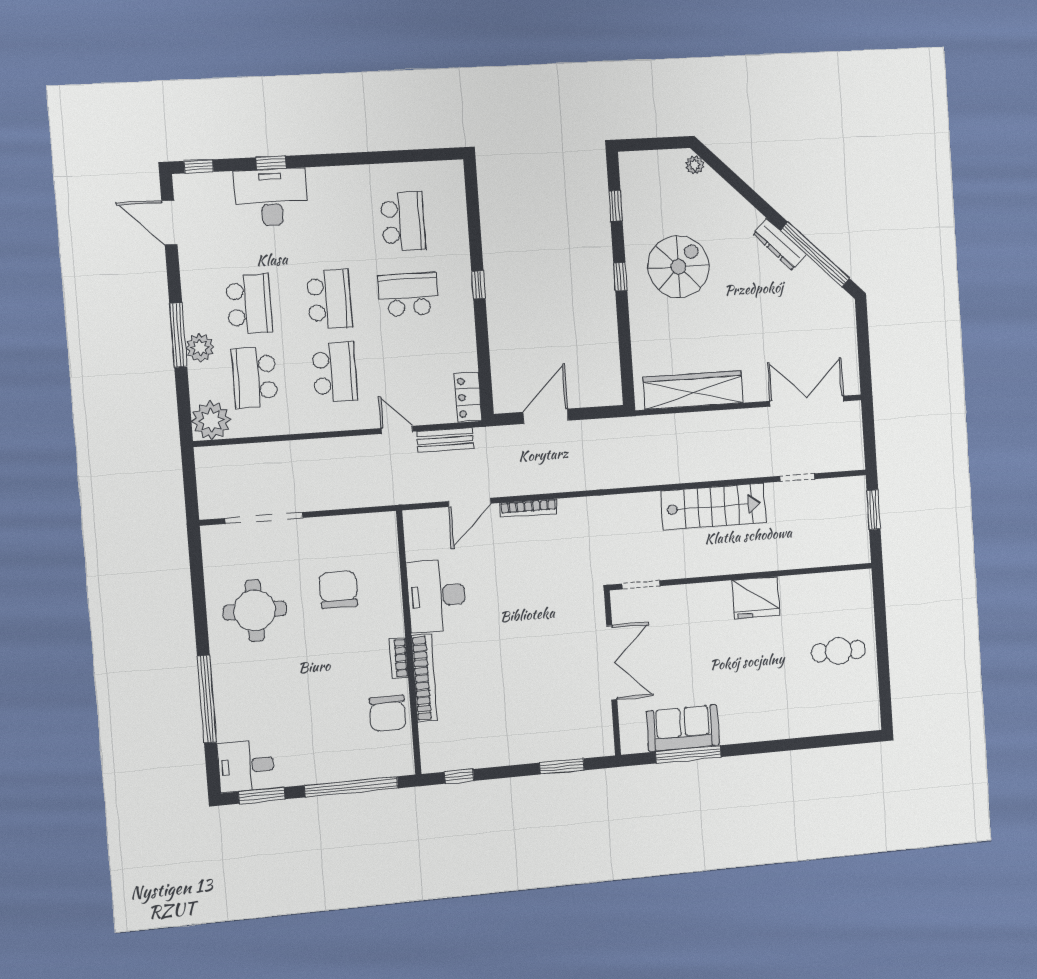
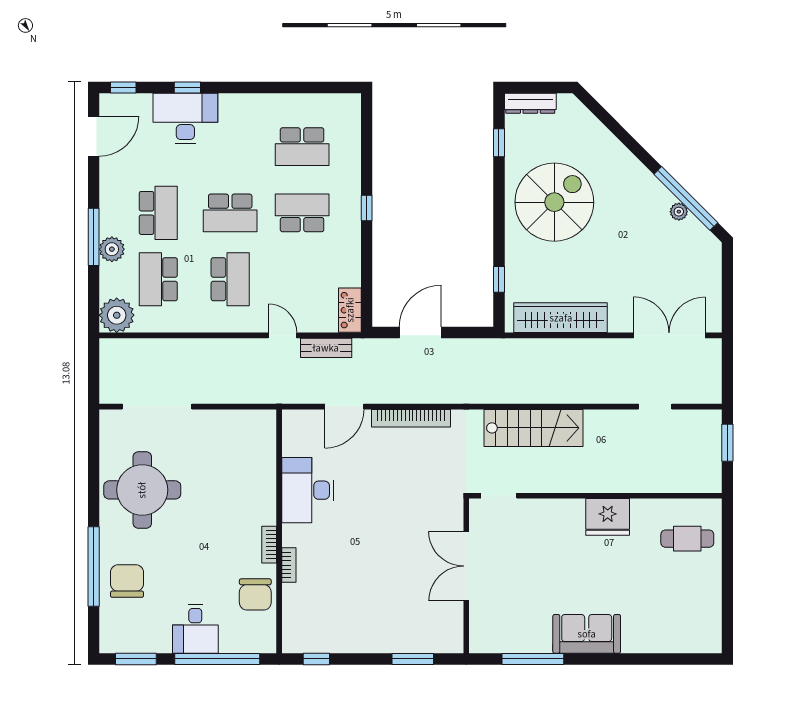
plant: (695, 165) -> (679, 212), moved
school desk: (403, 222) -> (302, 147), turned 90
door: (169, 223) -> (94, 136), swing flipped
dresser: (779, 244) -> (530, 103), moved, turned -45
spiral stairs: (678, 267) -> (554, 202), width x1.37, depth x1.37
window: (620, 277) -> (499, 279), moved
school desk: (329, 299) -> (230, 213), turned 90
stairs: (713, 507) -> (533, 428), moved
bookcase: (528, 508) -> (411, 418), width x1.48, depth x1.31
chair: (338, 590) -> (127, 581), moved
round table: (255, 611) -> (142, 490), width x1.36, depth x1.36
cafe table: (838, 651) -> (687, 539), moved
double door: (612, 663) -> (466, 566), swing flipped
bookcase: (424, 678) -> (289, 565), width x0.43, depth x0.76
sofa: (683, 728) -> (587, 634), moved
desk: (246, 766) -> (195, 629), moved, turned -90

